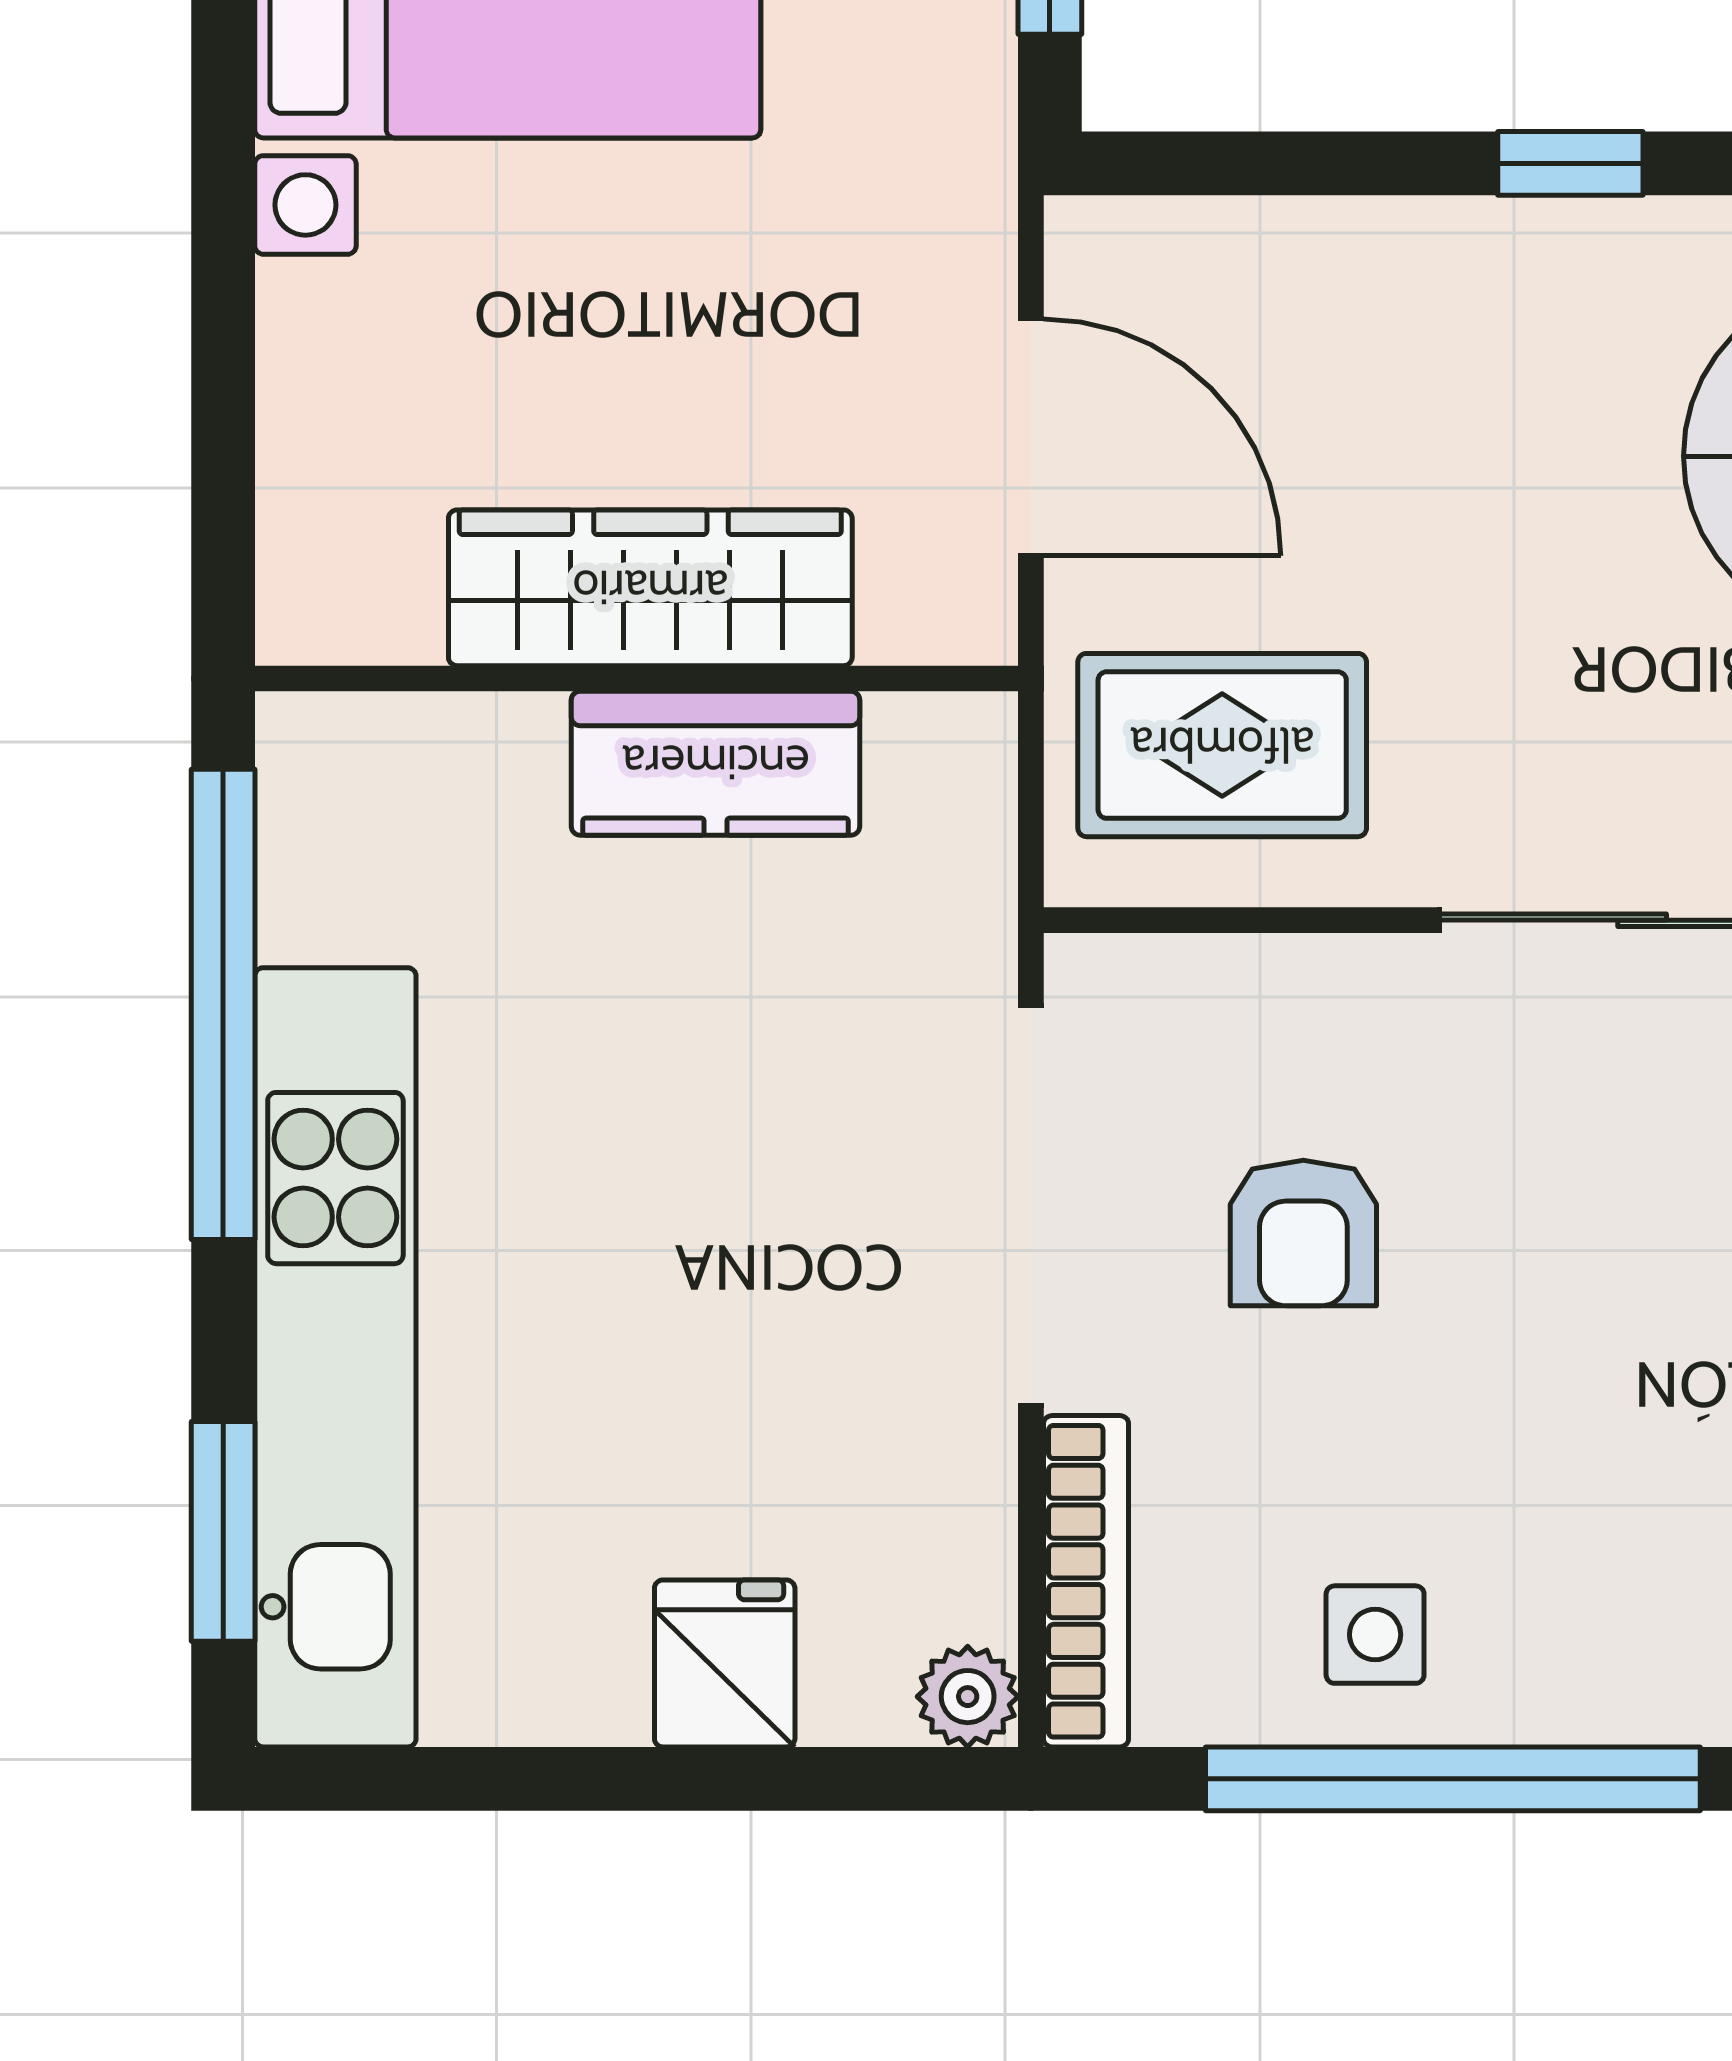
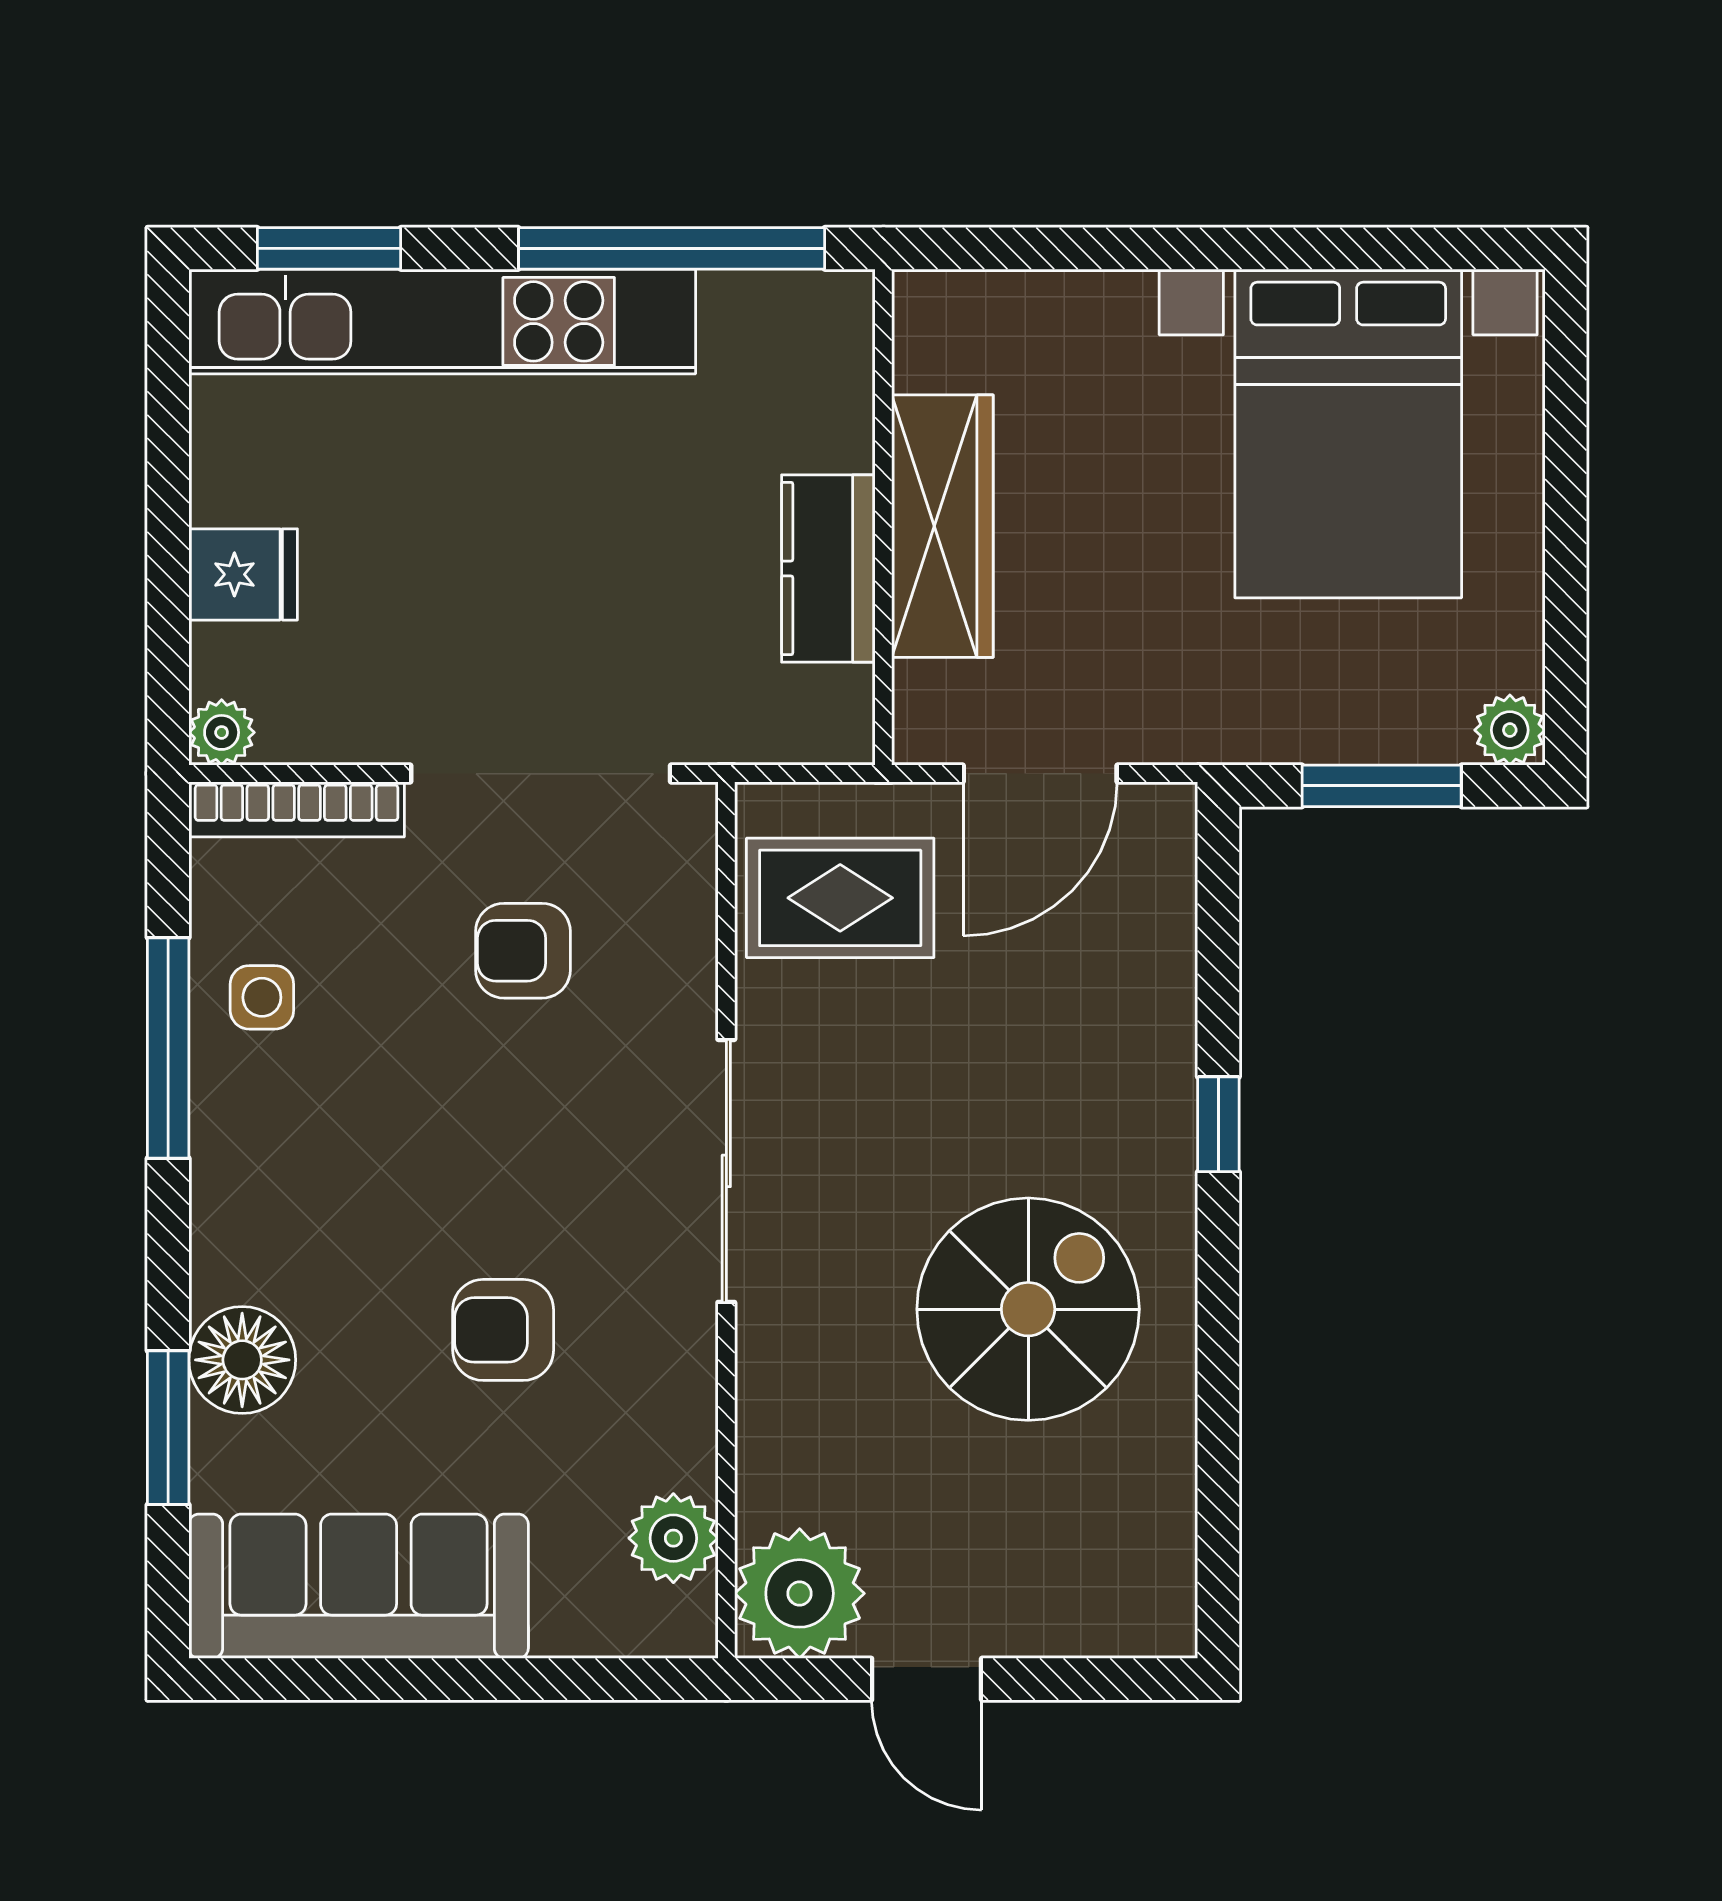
rug: (1222, 745) -> (840, 898), turned 90
window: (1453, 1779) -> (168, 1048), width x0.68

